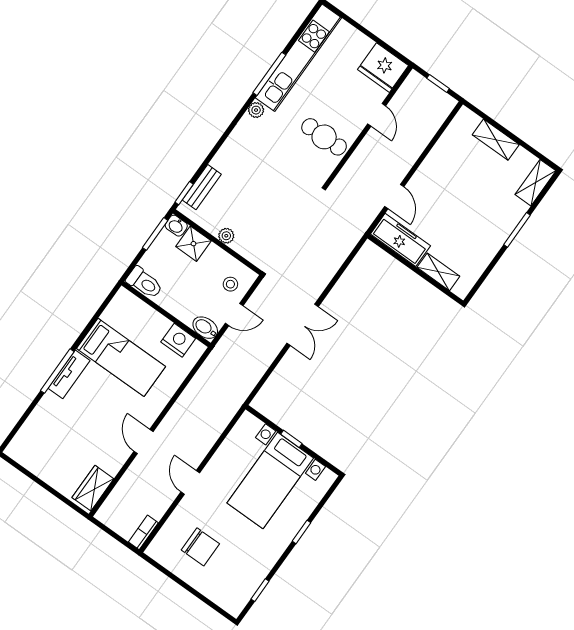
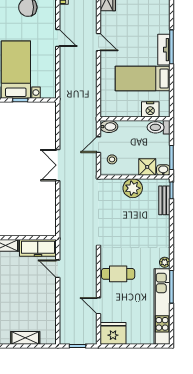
plant: (226, 236) -> (133, 188), width x1.88, depth x1.88
nightstand: (178, 340) -> (150, 109), moved

